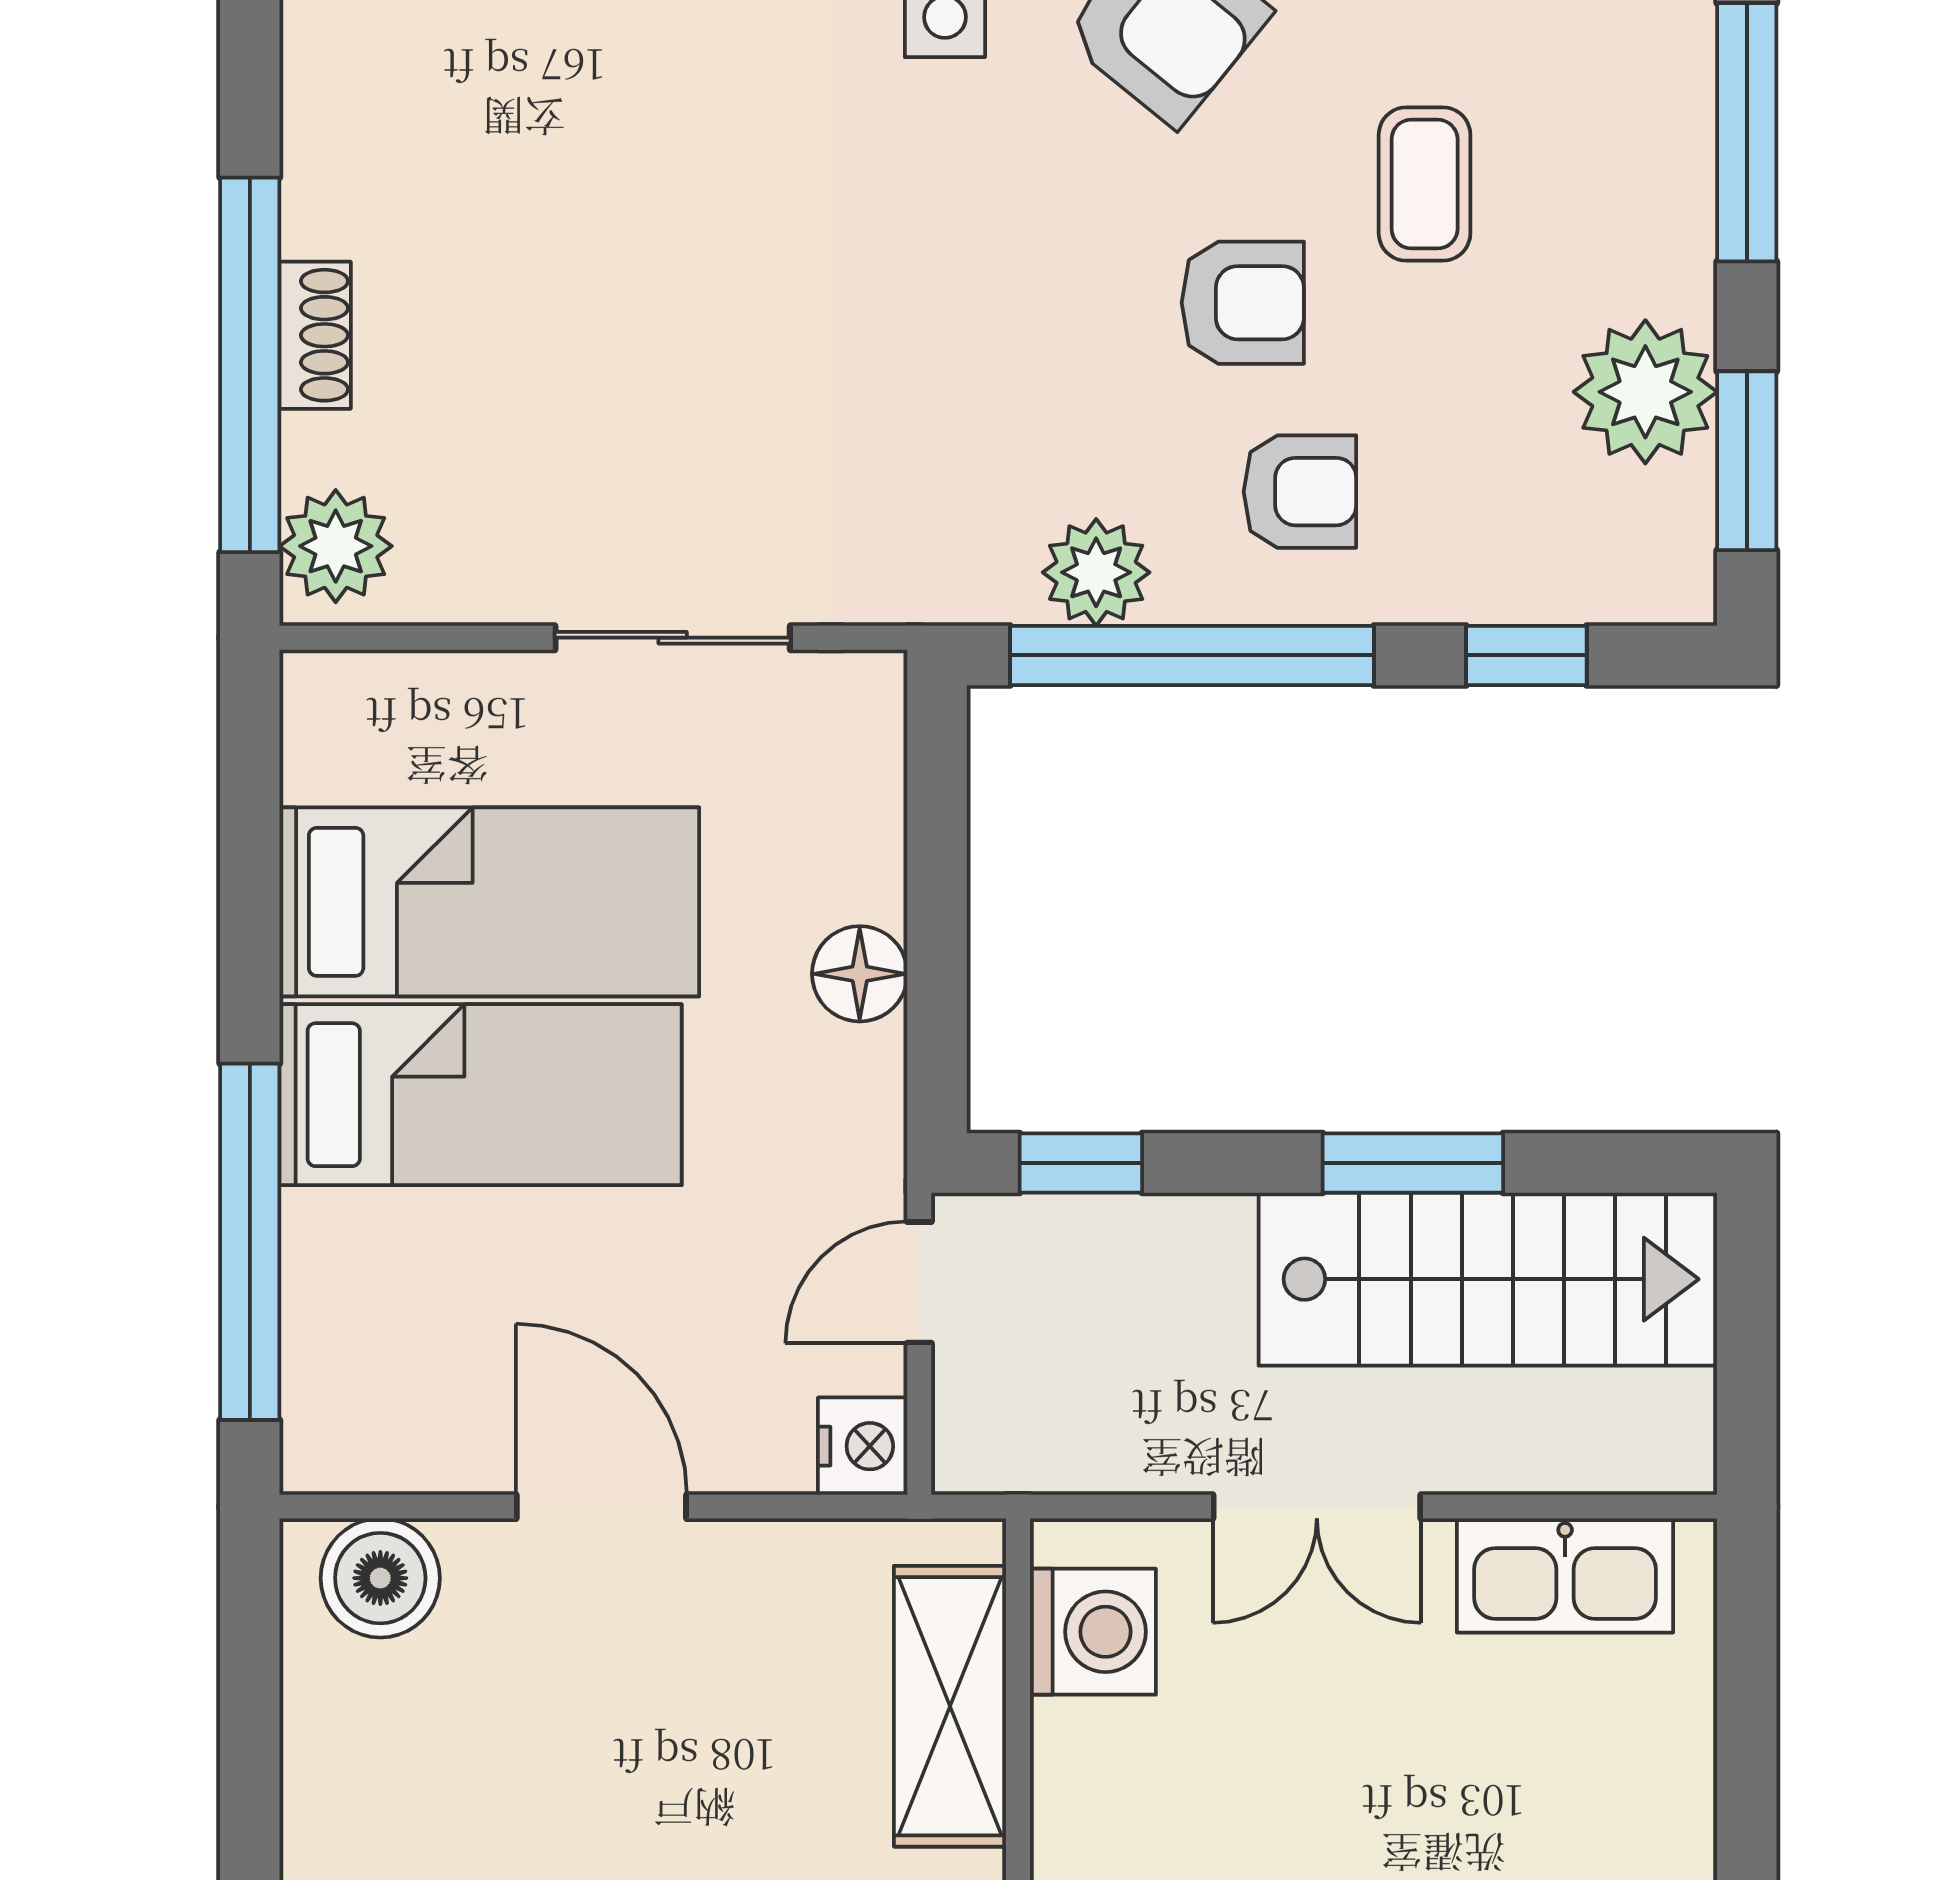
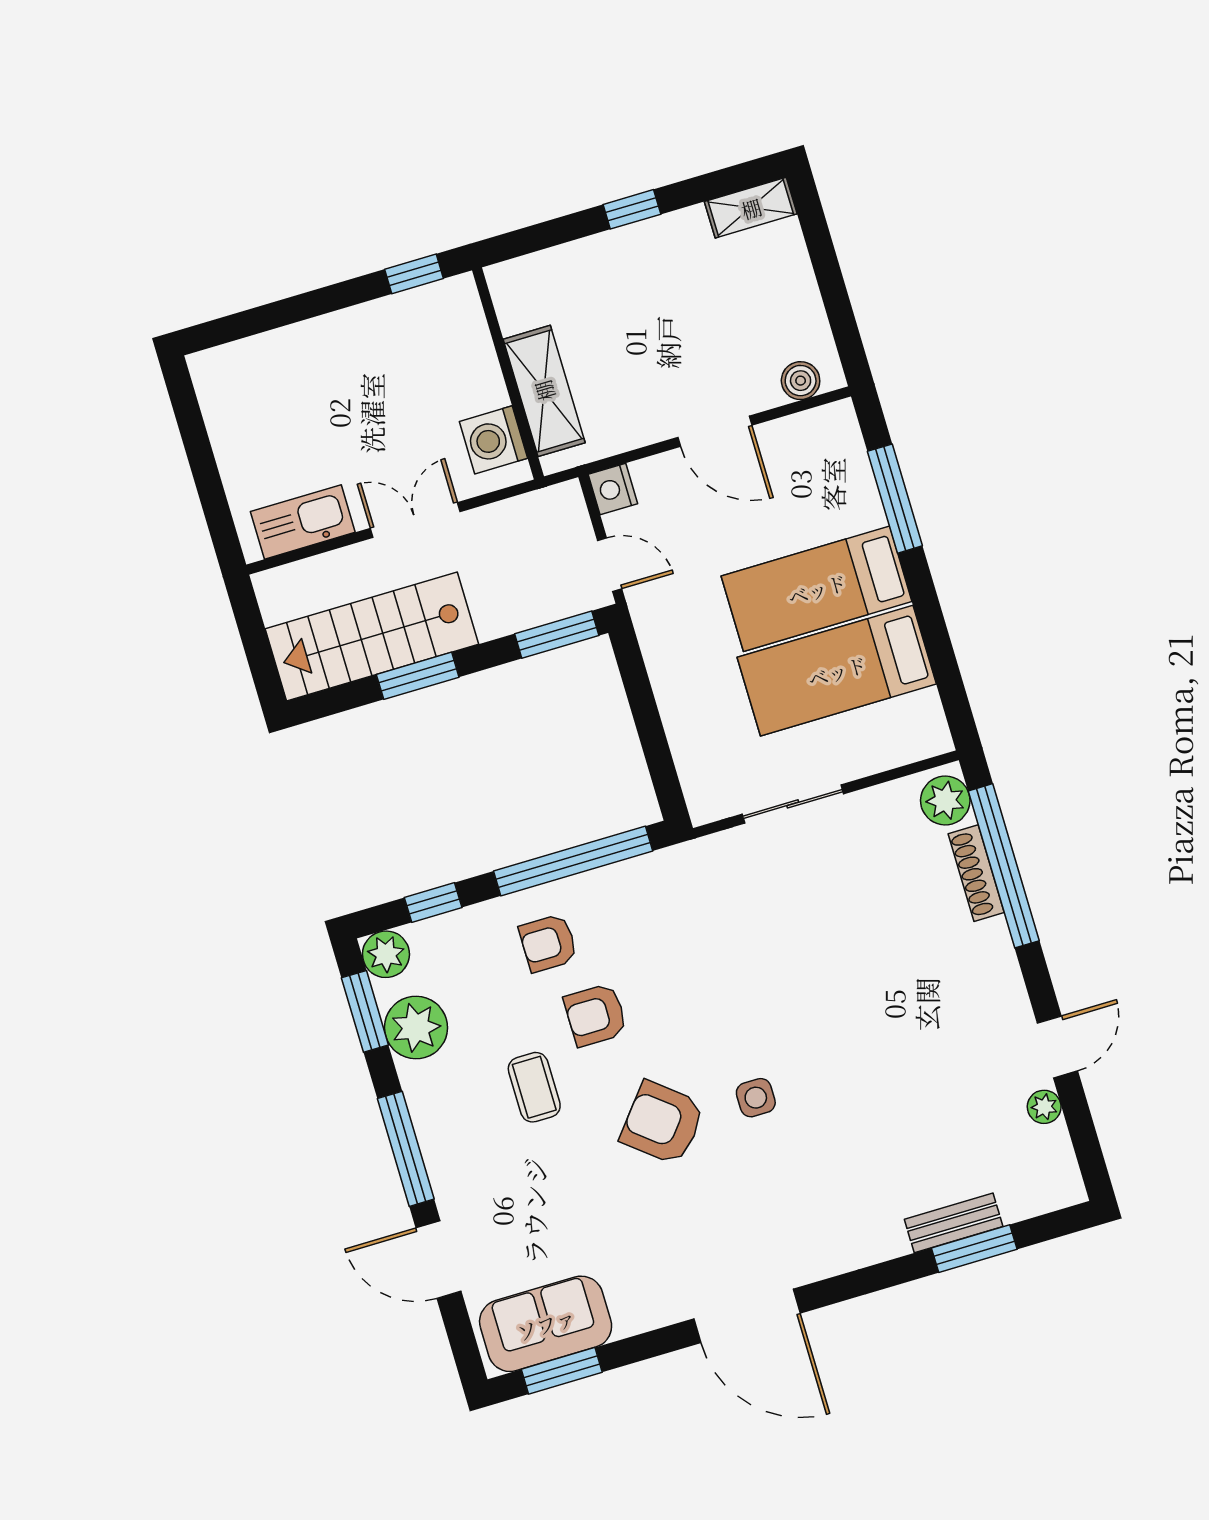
shoe rack: (315, 335) -> (976, 873), width x1.43
plant: (1096, 572) -> (386, 954), moved
floor lamp: (860, 974) -> (673, 686), removed
window: (1081, 1163) -> (557, 635), width x1.50
window: (250, 1242) -> (895, 499), width x0.68
door: (919, 1282) -> (610, 565), hinge flipped
boiler: (380, 1578) -> (801, 381), width x0.73, depth x0.73

